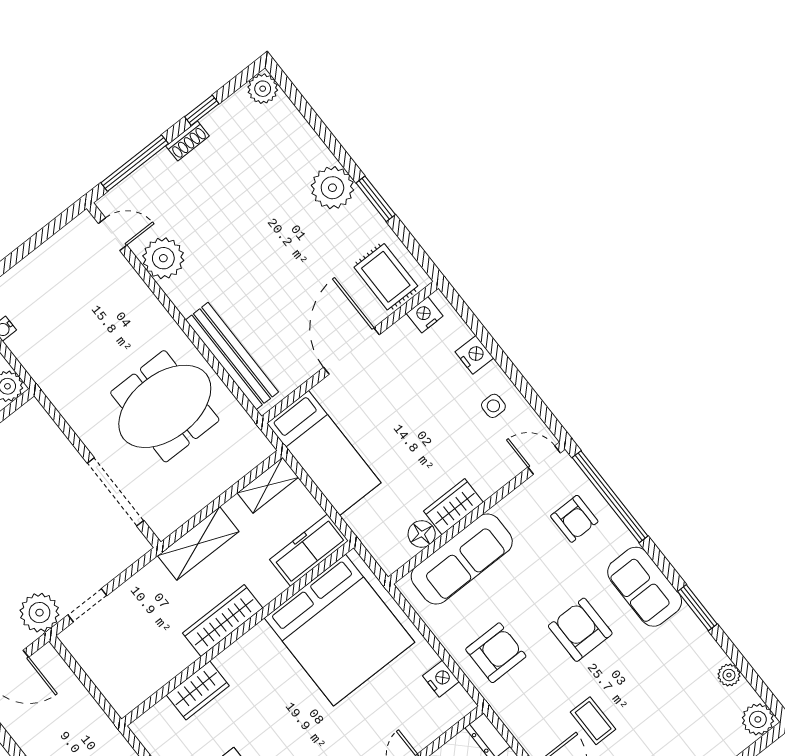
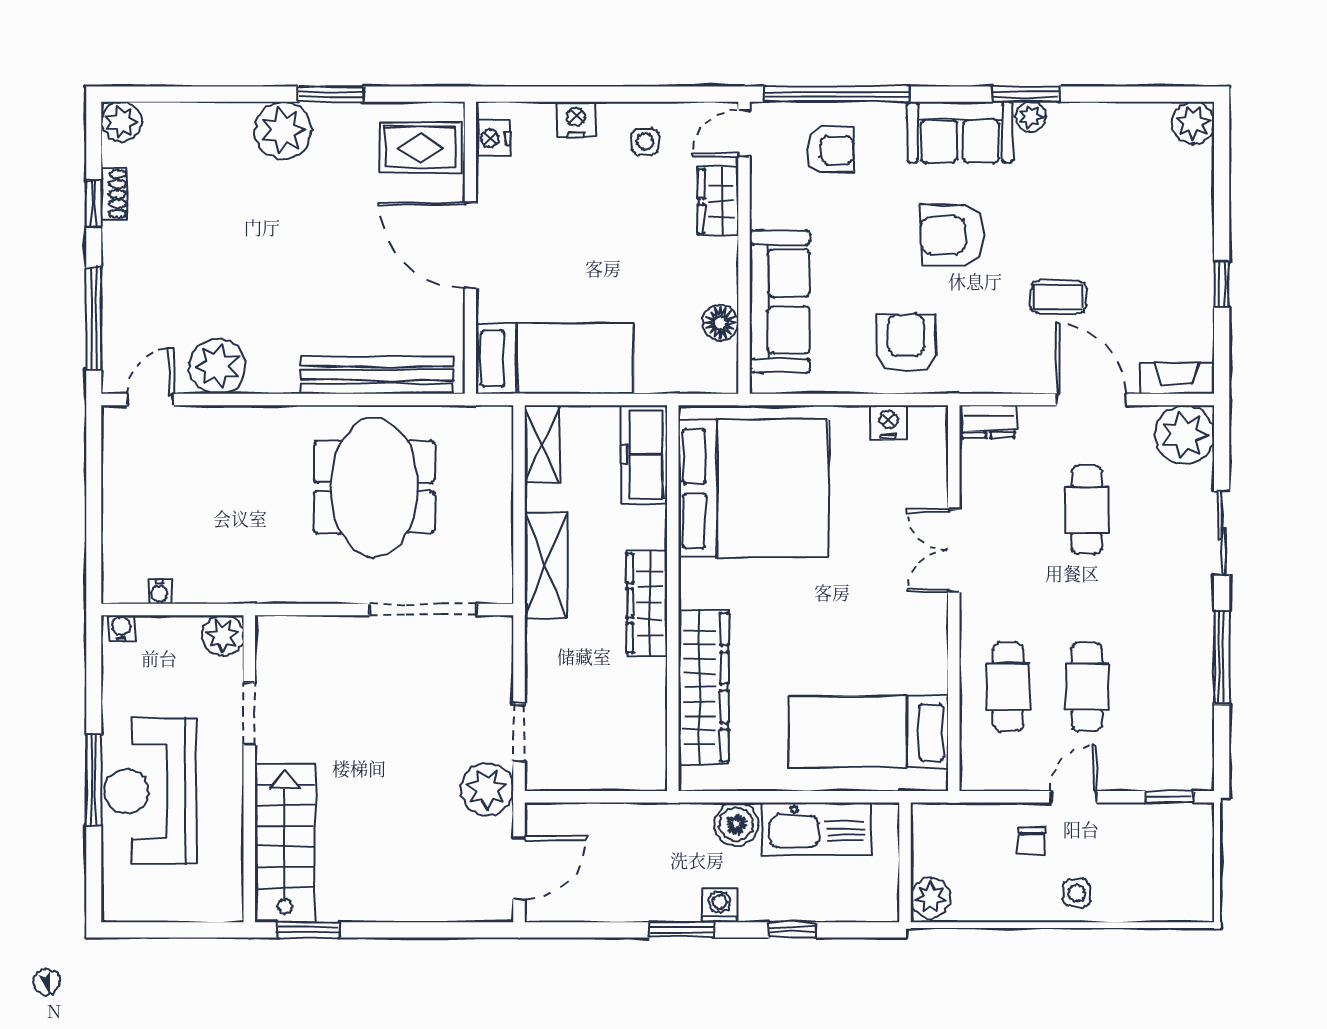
shoe rack: (188, 141) -> (114, 194), moved
wardrobe: (453, 507) -> (718, 201), moved
plant: (729, 675) -> (1031, 117), moved
wardrobe: (198, 690) -> (703, 687), width x2.10, depth x1.17

